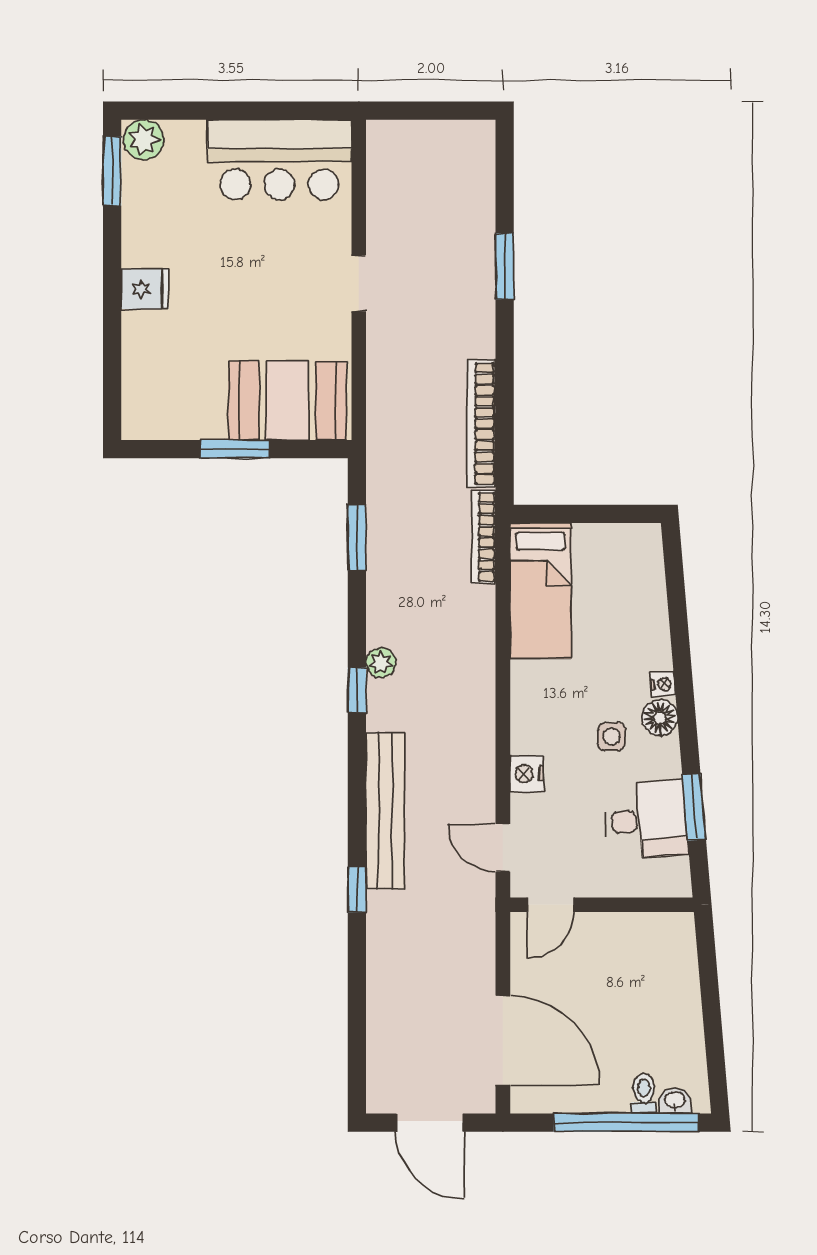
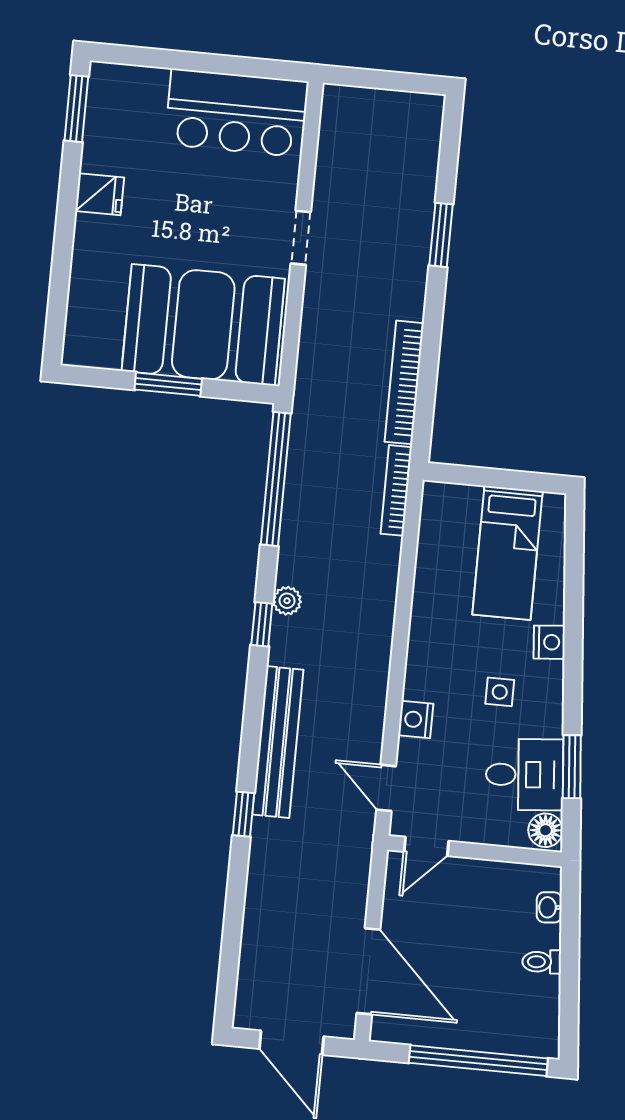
plant: (144, 140) -> (109, 81), removed
fridge: (145, 289) -> (100, 194), moved
booth: (287, 400) -> (203, 325), width x1.36, depth x1.42
window: (357, 537) -> (276, 479), width x2.11
bed: (541, 591) -> (507, 553), moved
nightstand: (663, 684) -> (549, 642), width x1.39, depth x1.35
floor lamp: (660, 718) -> (545, 830), moved
toilet: (644, 1094) -> (542, 962), moved, turned -95
washbasin: (675, 1101) -> (549, 907), moved, turned -95

